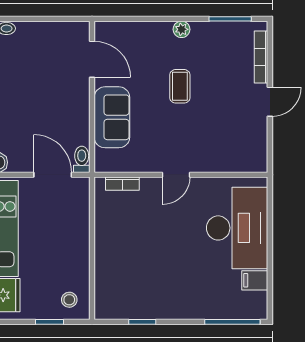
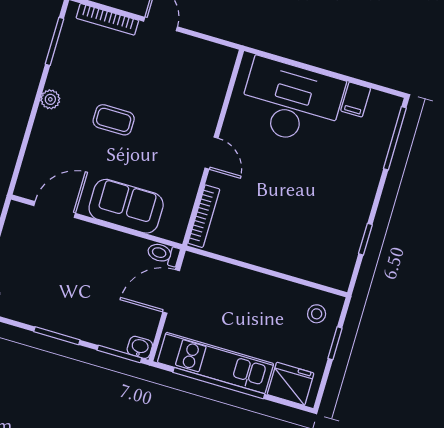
bookcase: (122, 184) -> (204, 216), width x1.56

